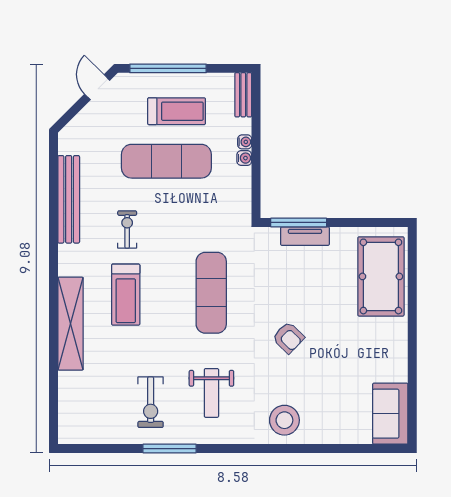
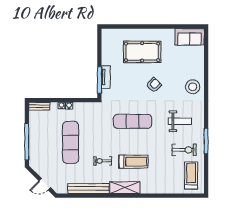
door: (97, 87) -> (45, 184), moved
treadmill: (177, 111) -> (191, 176), moved
pool table: (381, 276) -> (142, 52), moved
shelving: (70, 324) -> (125, 188), moved, width x0.68

